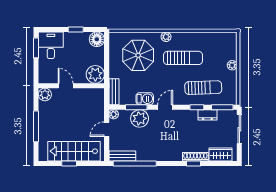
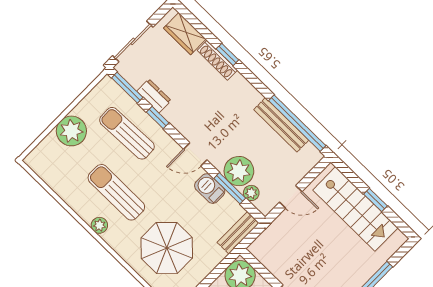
plant: (166, 37) -> (99, 225), moved
plant: (232, 65) -> (71, 131), width x1.88, depth x1.88
plant: (114, 114) -> (251, 193), moved
bench: (122, 156) -> (281, 125), moved, width x1.36

